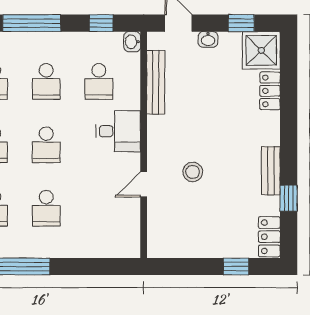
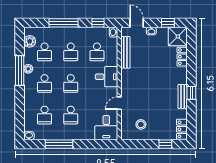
stool: (193, 172) -> (141, 124), moved
window: (289, 198) -> (191, 93), moved
desk: (118, 233) -> (106, 128), added

